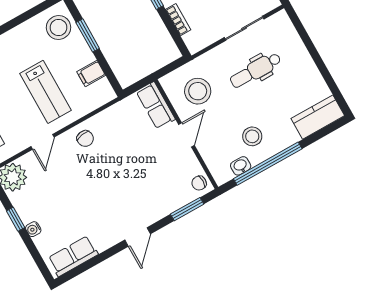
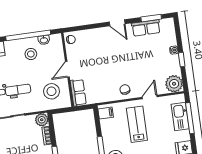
plant: (195, 41) -> (42, 120), added
filing cabinet: (91, 74) -> (106, 113), moved
window: (187, 209) -> (151, 18), moved
door: (138, 237) -> (117, 23), swing flipped
row of seats: (73, 256) -> (146, 28), moved

